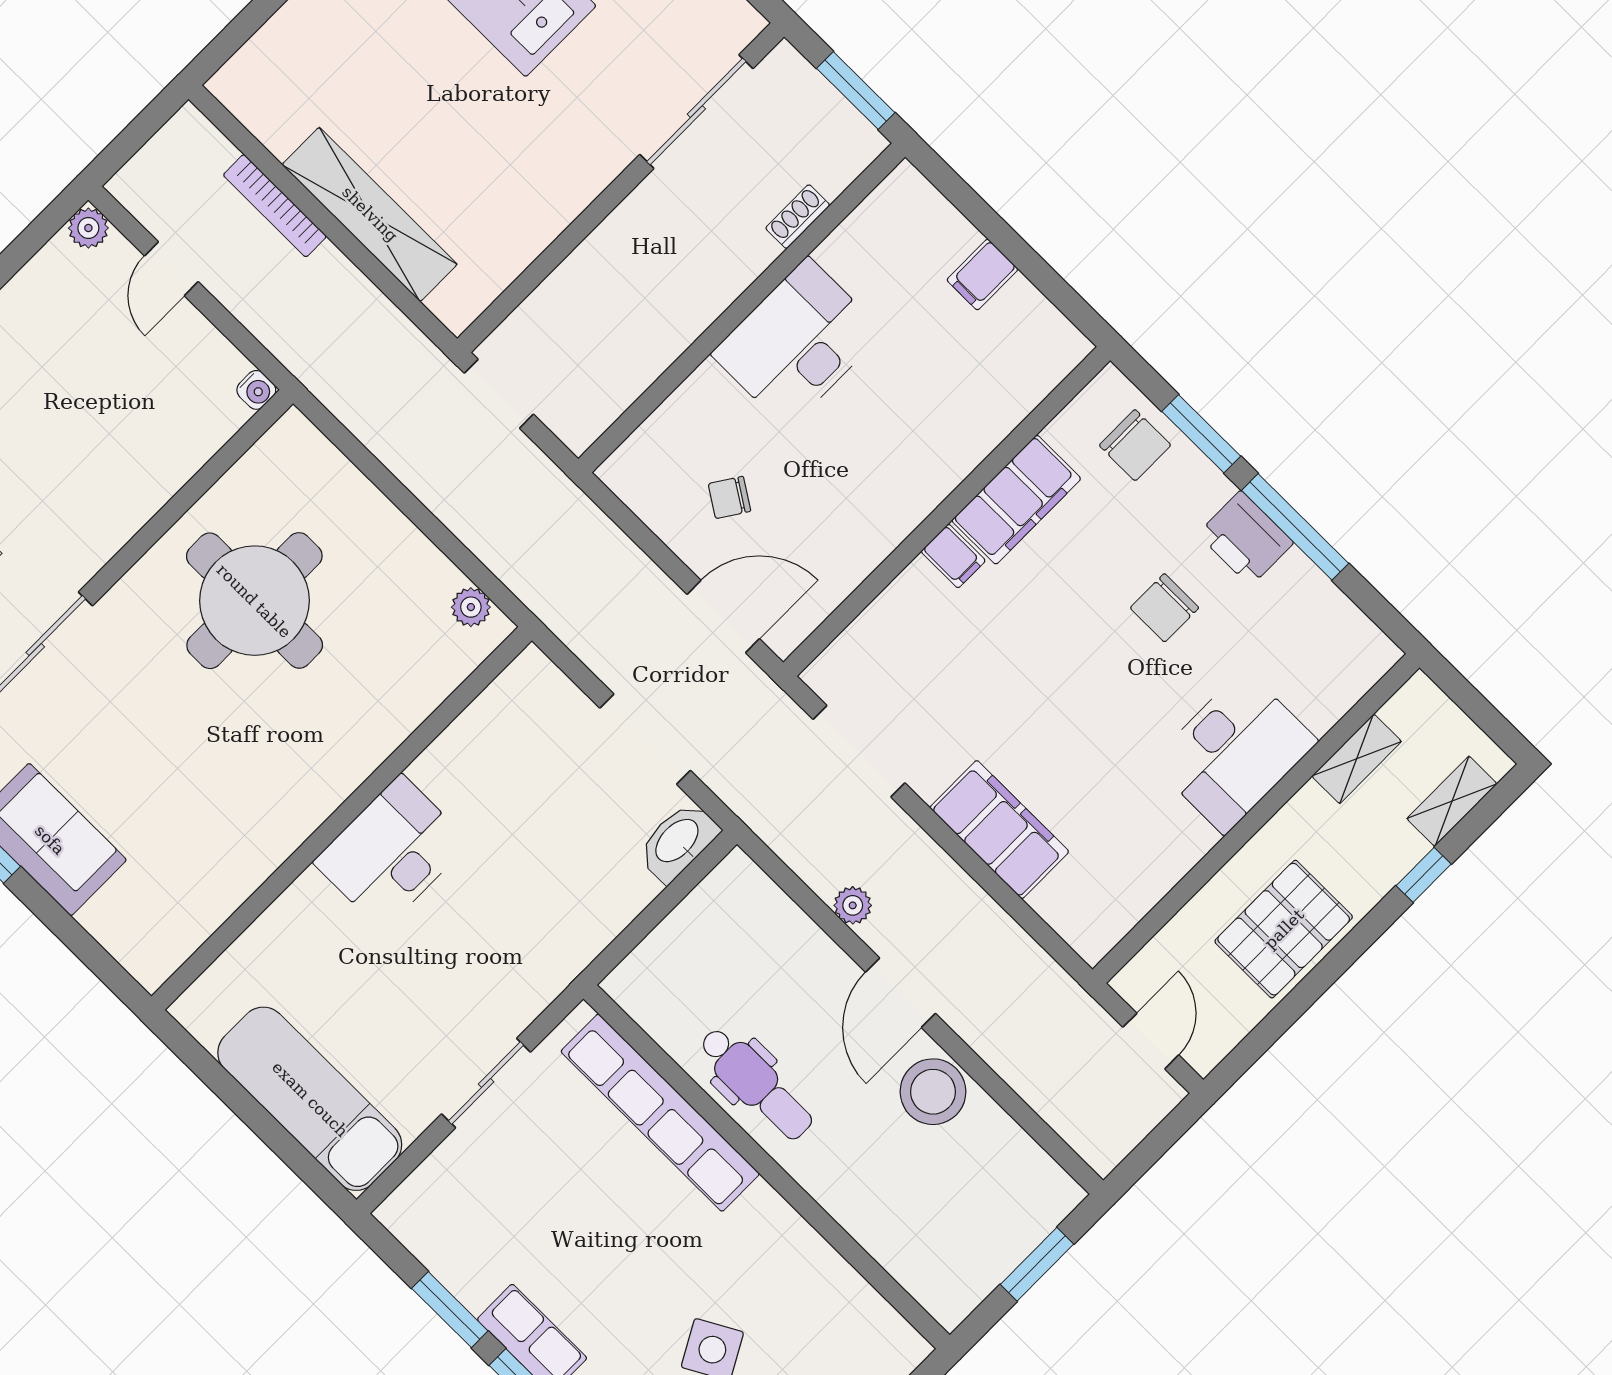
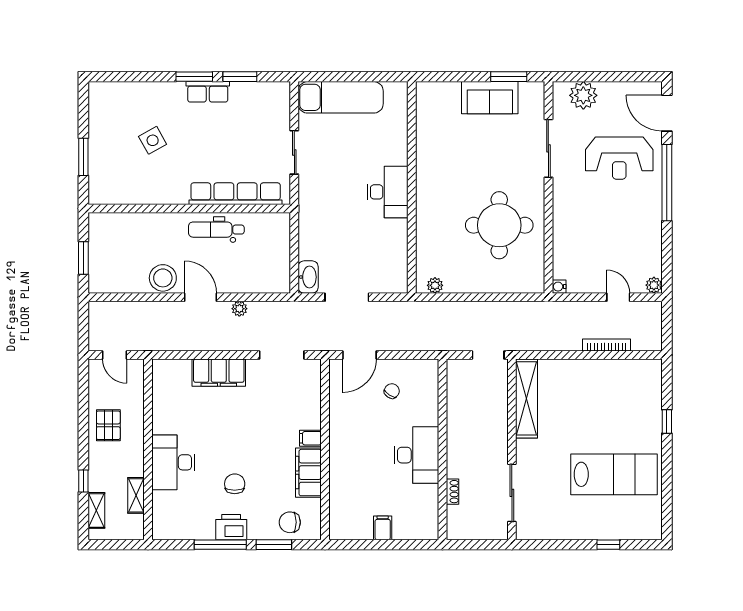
window: (856, 91) -> (472, 545), removed
shelving: (370, 214) -> (527, 398), moved, turned 90
pallet: (1284, 929) -> (108, 425), width x0.67, depth x0.71

